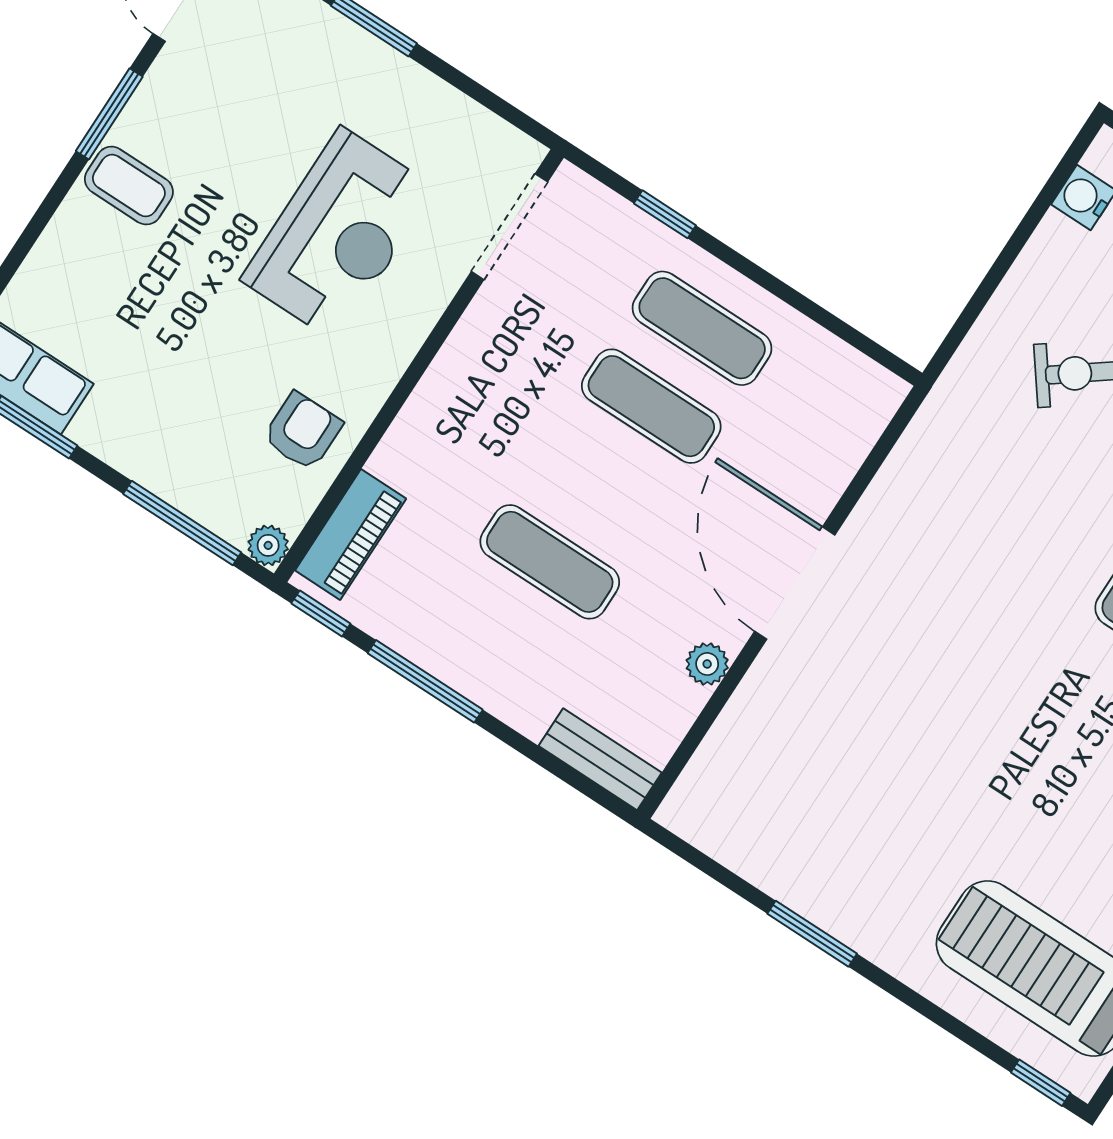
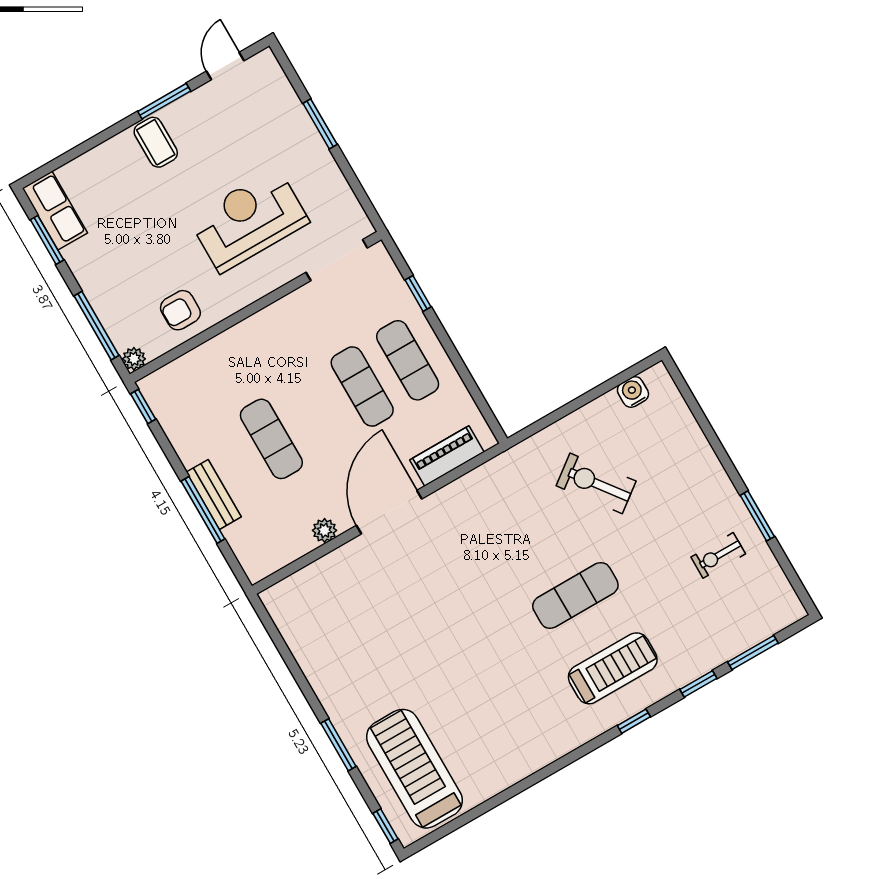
reception desk: (338, 234) -> (249, 220), turned 180
armchair: (303, 431) -> (180, 310), turned 180
piano: (351, 534) -> (447, 456), moved, turned 180
window: (425, 681) -> (203, 510), moved
bench: (600, 759) -> (214, 494), moved
window: (812, 934) -> (338, 745), moved

